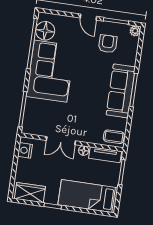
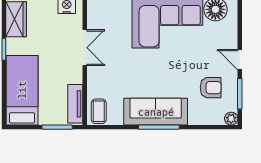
door: (88, 17) -> (240, 60), hinge flipped
double door: (61, 141) -> (85, 48), swing flipped
floor lamp: (84, 151) -> (77, 77), removed

